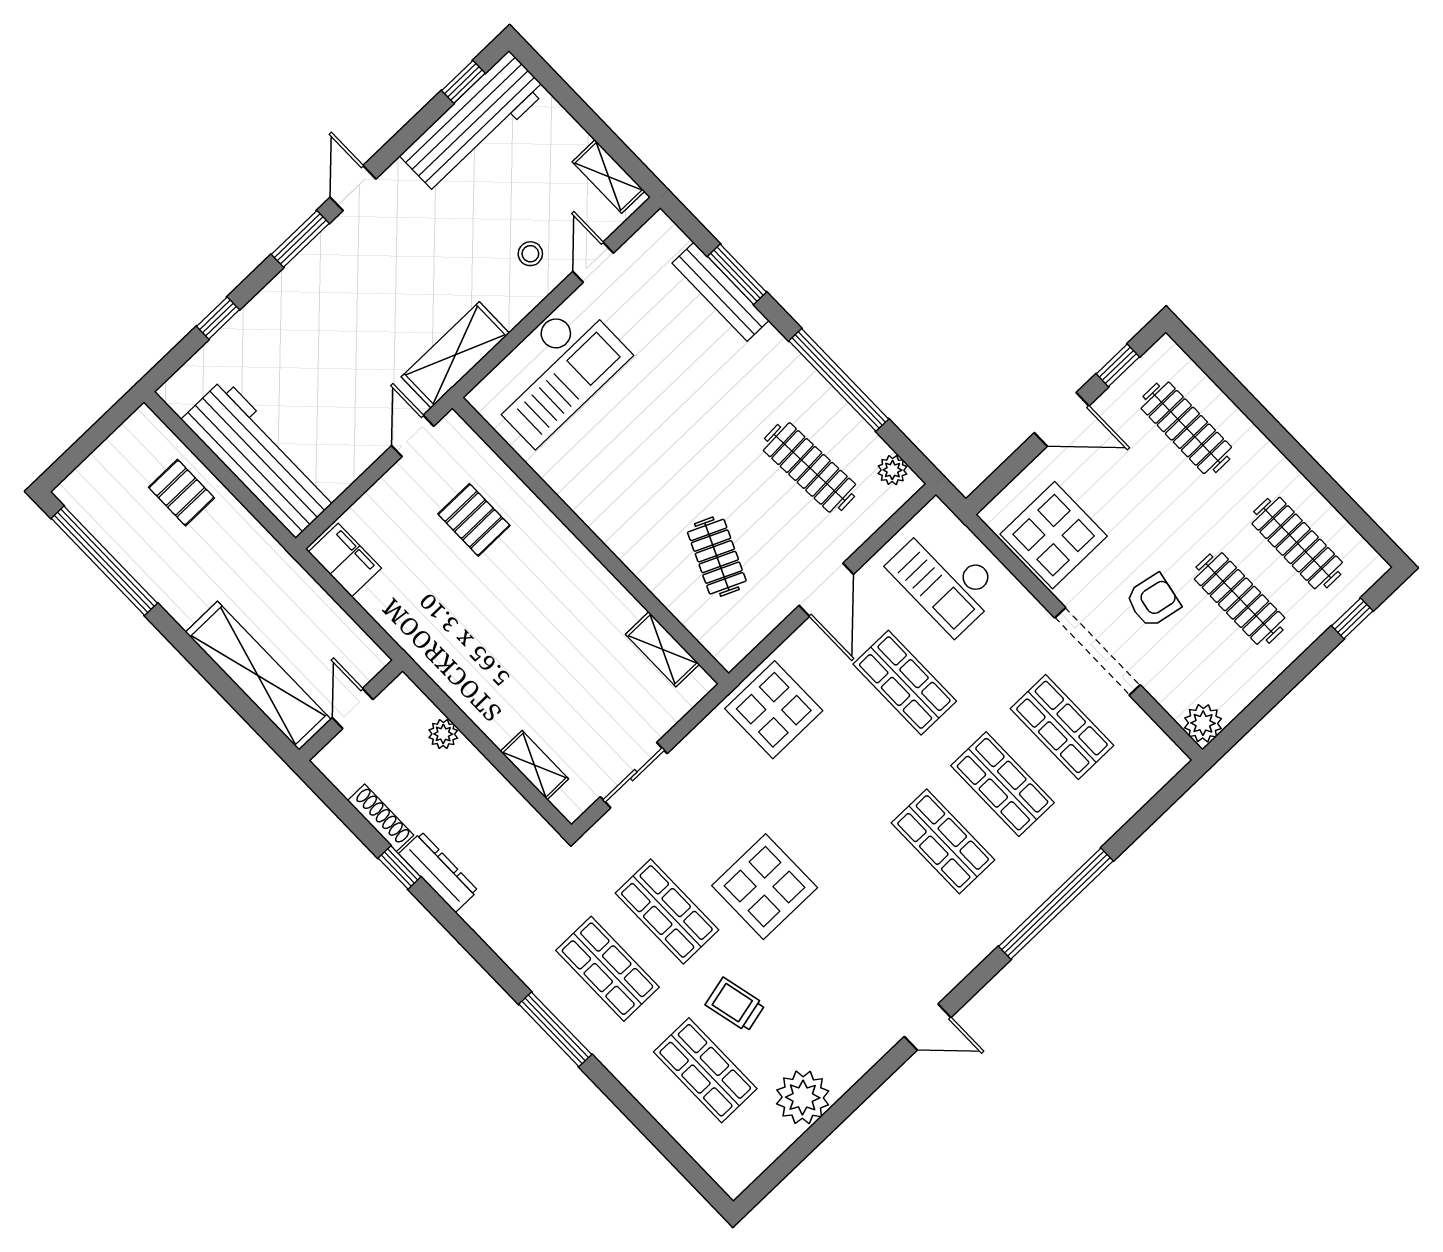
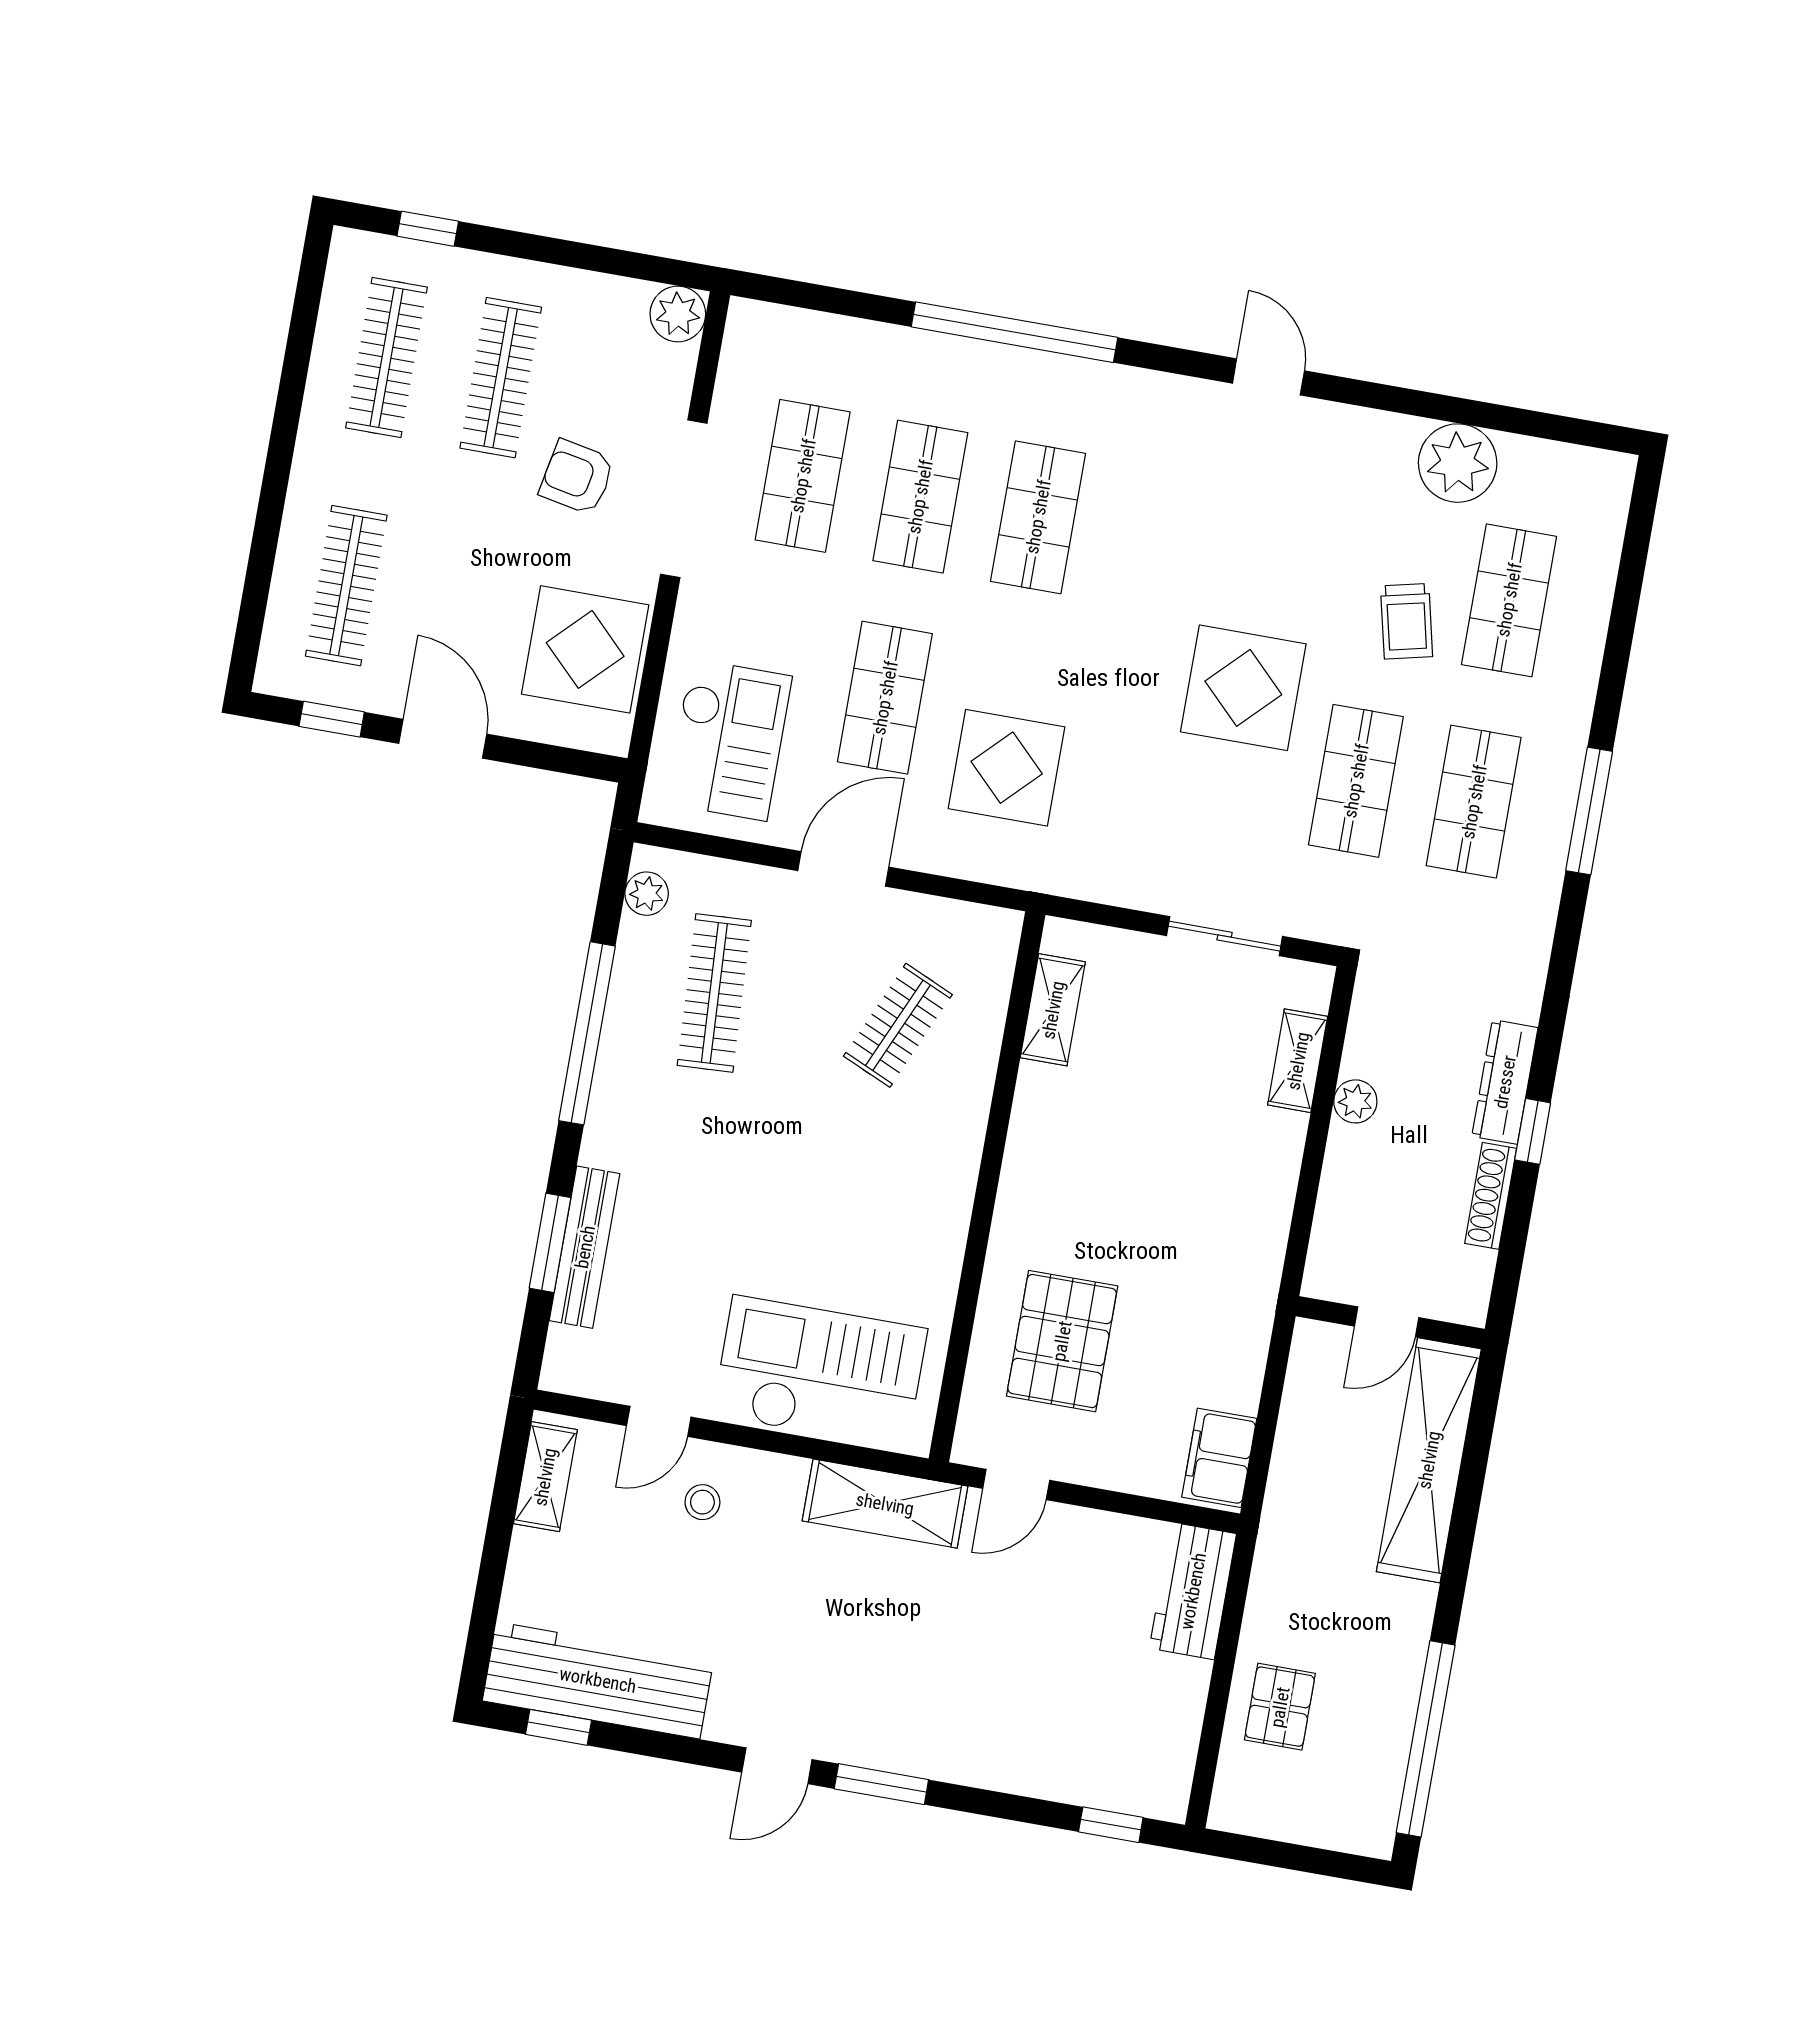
window: (218, 318) -> (1111, 1825), moved
workbench: (260, 458) -> (1193, 1591), width x0.53, depth x0.76
pallet: (474, 520) -> (1062, 1341), width x1.50, depth x1.42
display table: (774, 710) -> (1007, 768), moved
plant: (443, 734) -> (1355, 1101), moved

